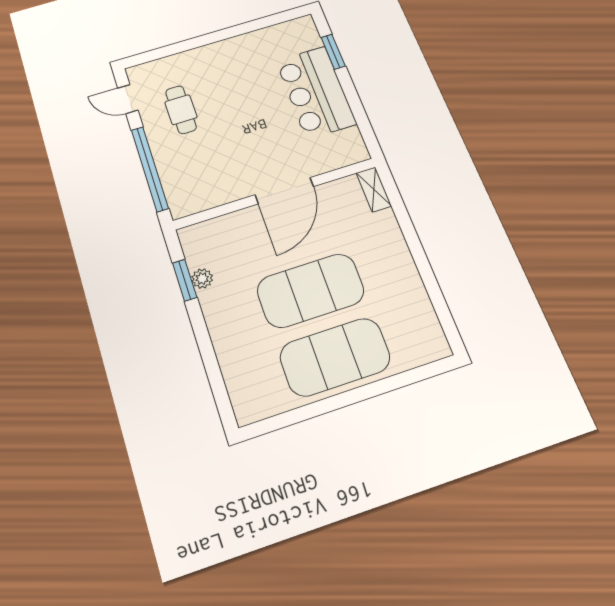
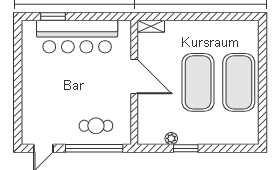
bar counter: (316, 92) -> (77, 37), width x1.36
cafe table: (181, 110) -> (96, 126), moved
window: (185, 280) -> (186, 148), moved

